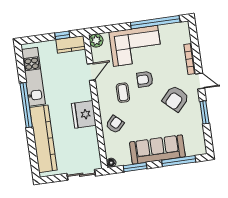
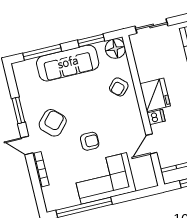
plant: (96, 40) -> (149, 180), removed
coffee table: (123, 93) -> (113, 124), removed
dishwasher: (85, 95) -> (156, 117), added
floor lamp: (111, 163) -> (115, 49), width x1.89, depth x1.89

